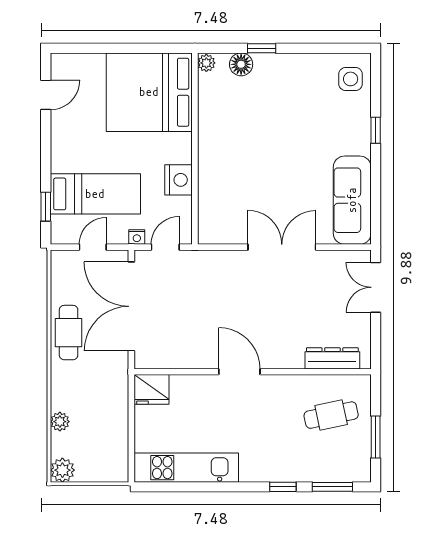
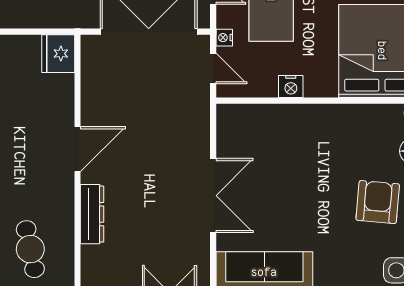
armchair: (288, 96) -> (378, 202), added
nightstand: (178, 180) -> (291, 87), width x0.74, depth x0.75
dresser: (332, 358) -> (92, 214), moved

